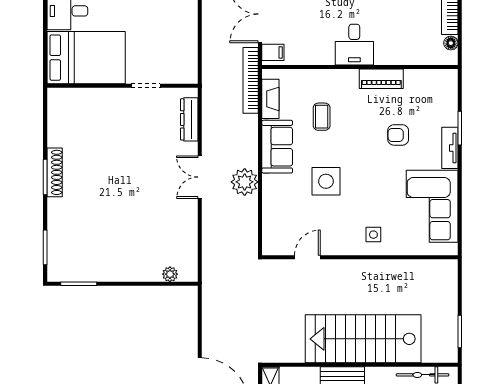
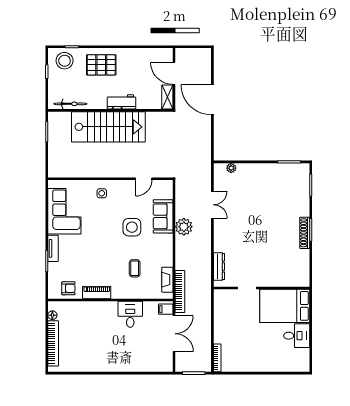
desk: (354, 45) -> (130, 314), moved
armchair: (398, 135) -> (68, 288), moved
sofa: (277, 147) -> (163, 216), moved
double door: (200, 177) -> (212, 205), moved

